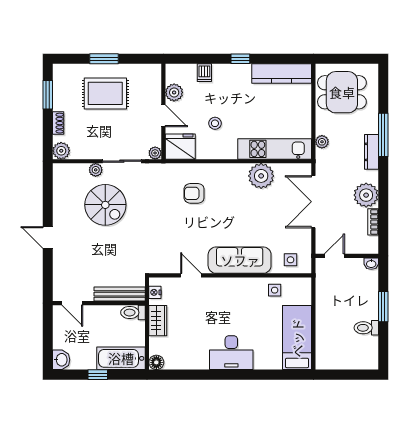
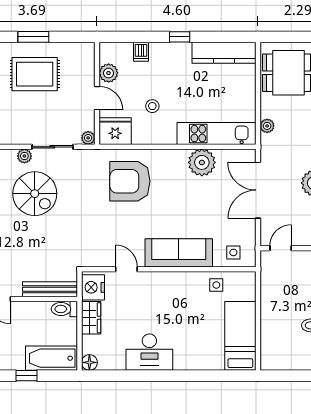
armchair: (194, 193) -> (130, 181), width x1.88, depth x1.88
nightstand: (155, 292) -> (93, 287), width x1.89, depth x1.79
desk: (231, 353) -> (149, 352), moved

